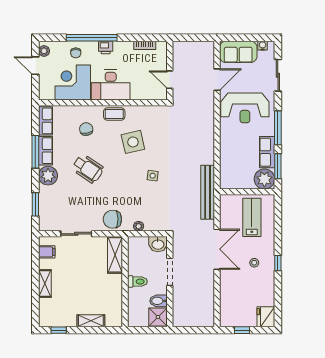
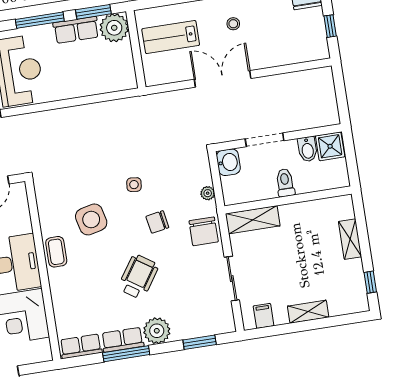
chair: (86, 129) -> (157, 222), moved
bench: (208, 192) -> (145, 104), removed

